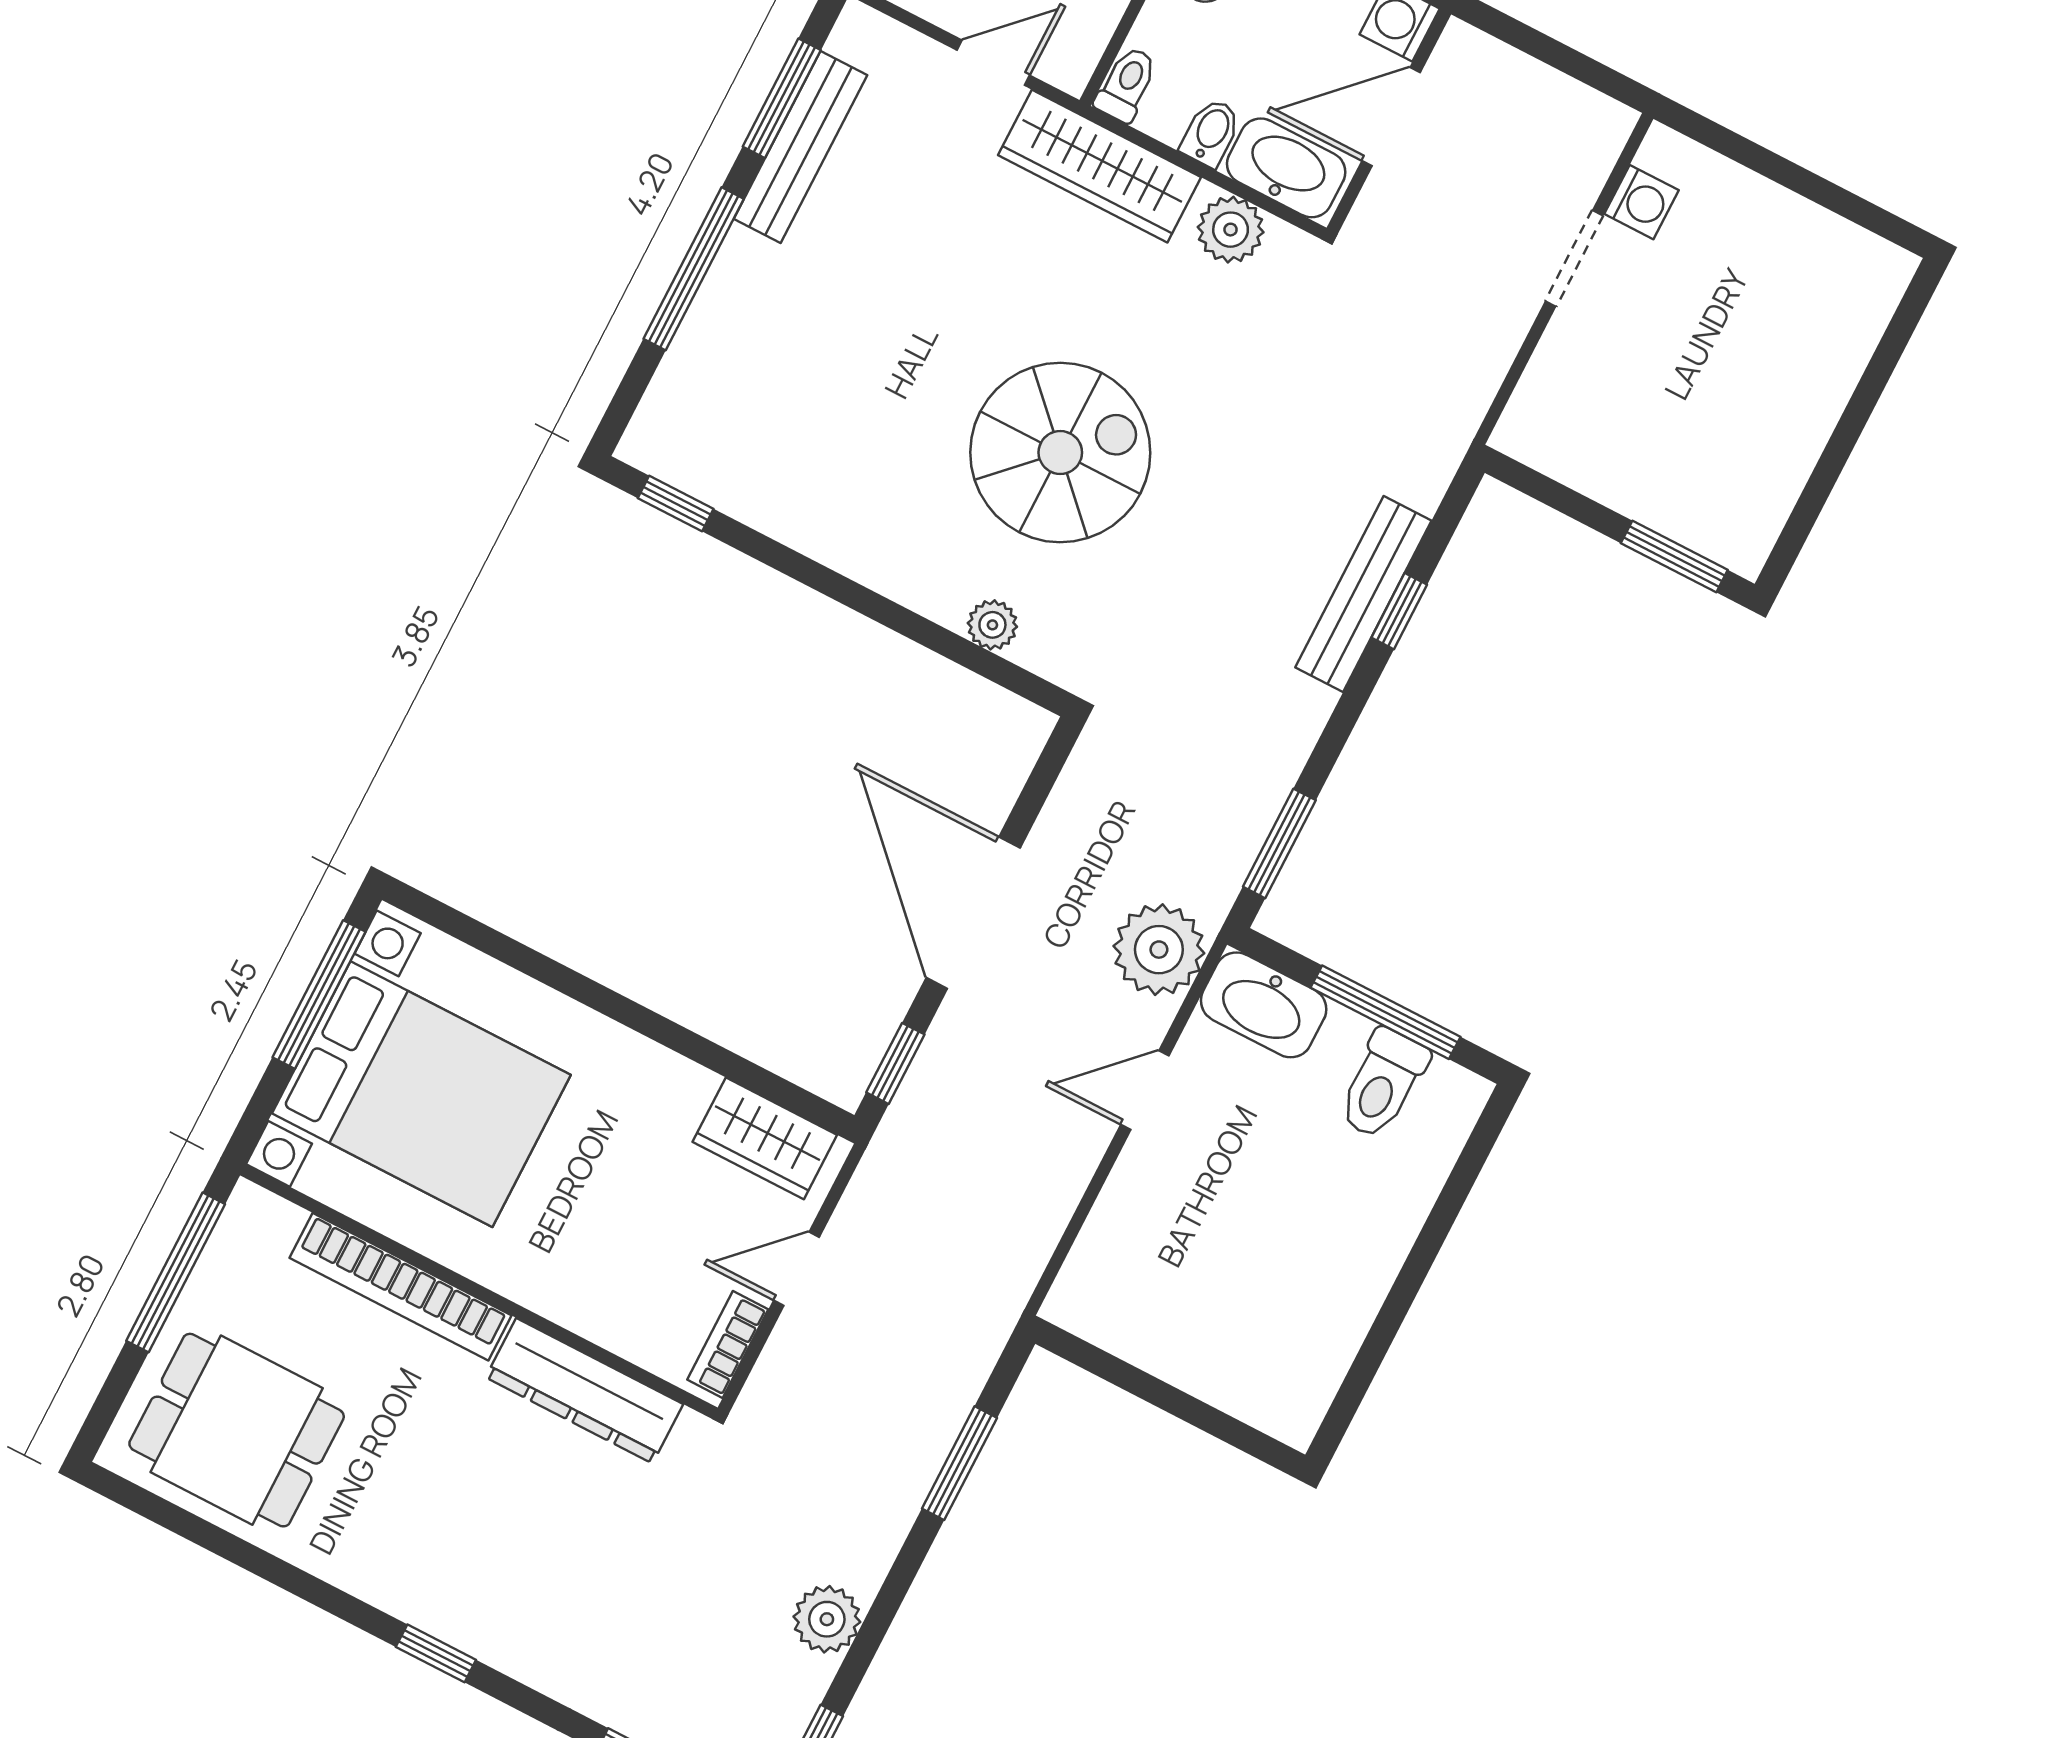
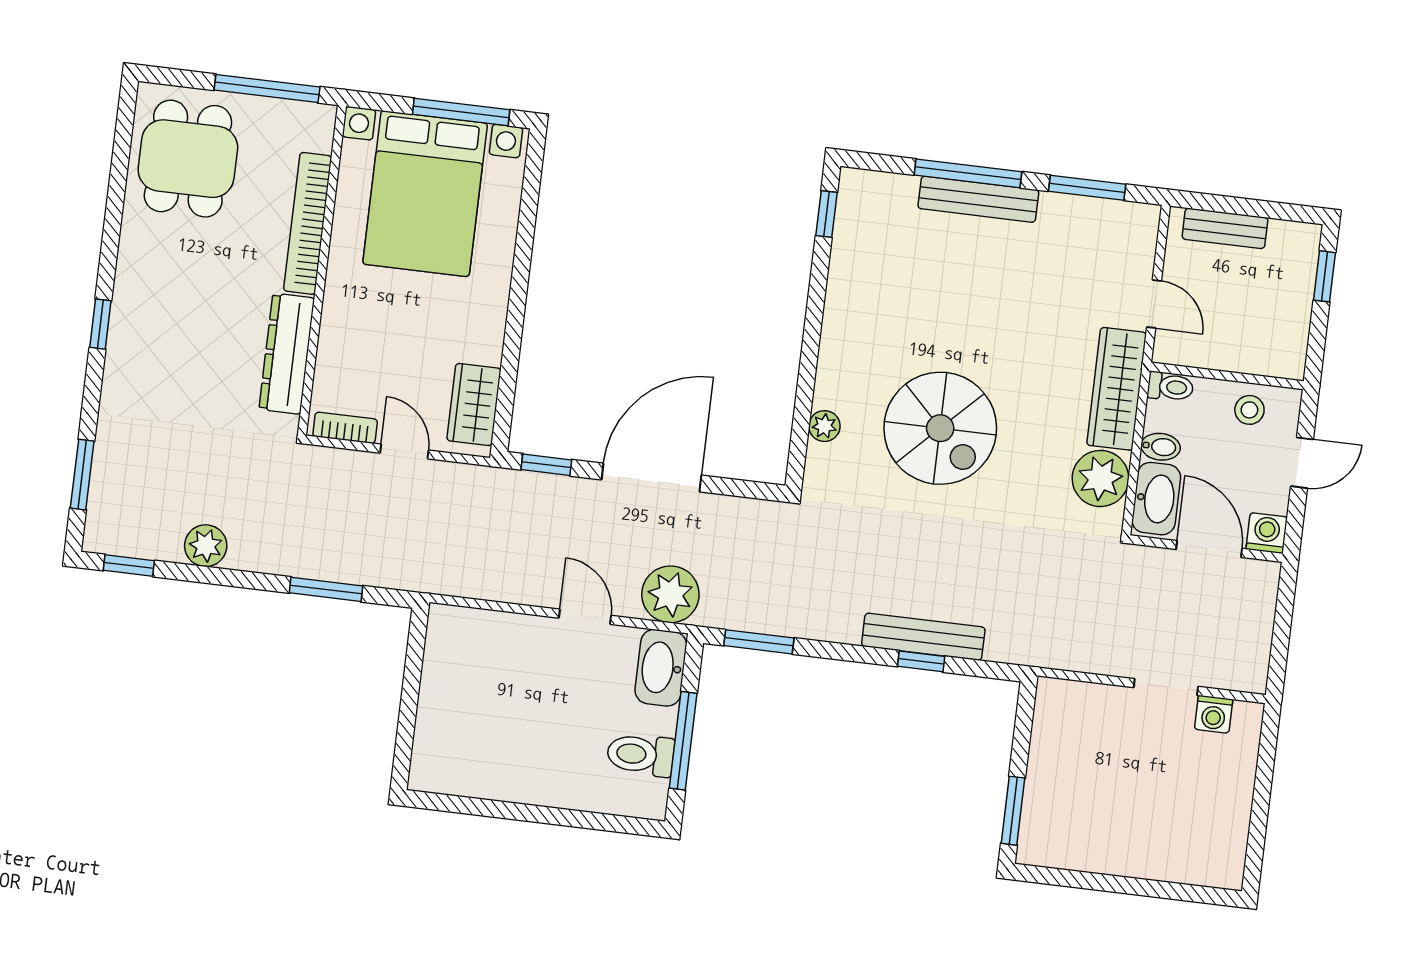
bench: (801, 147) -> (978, 199), moved
plant: (1231, 230) -> (1100, 478), width x1.36, depth x1.36

